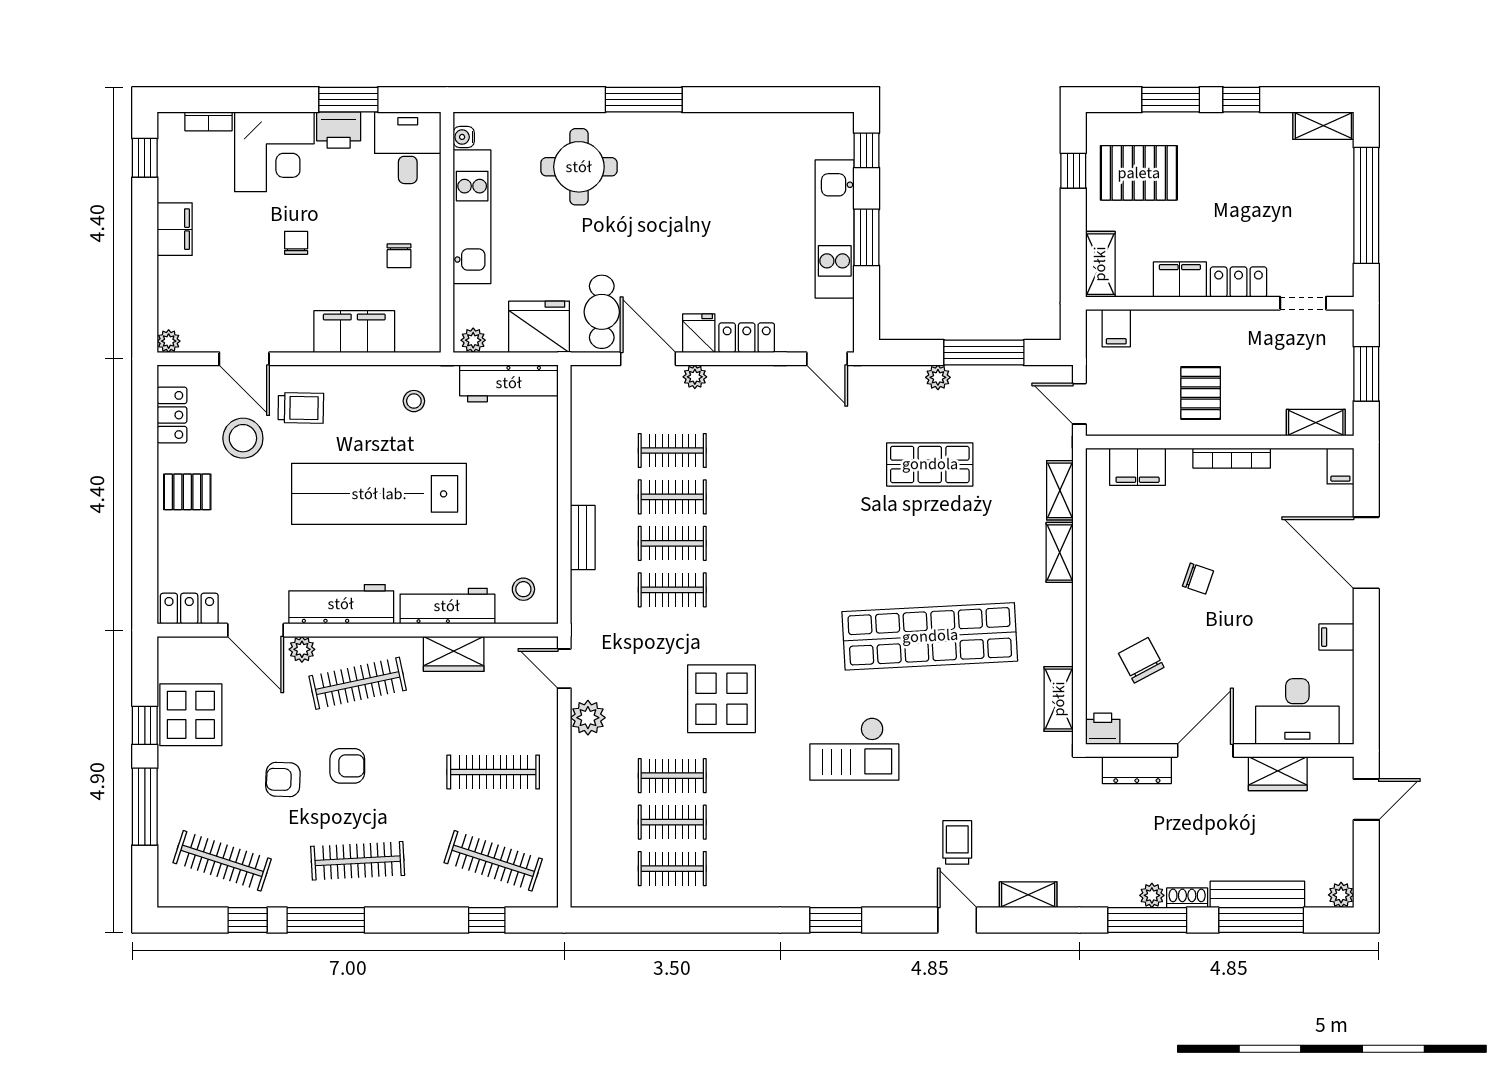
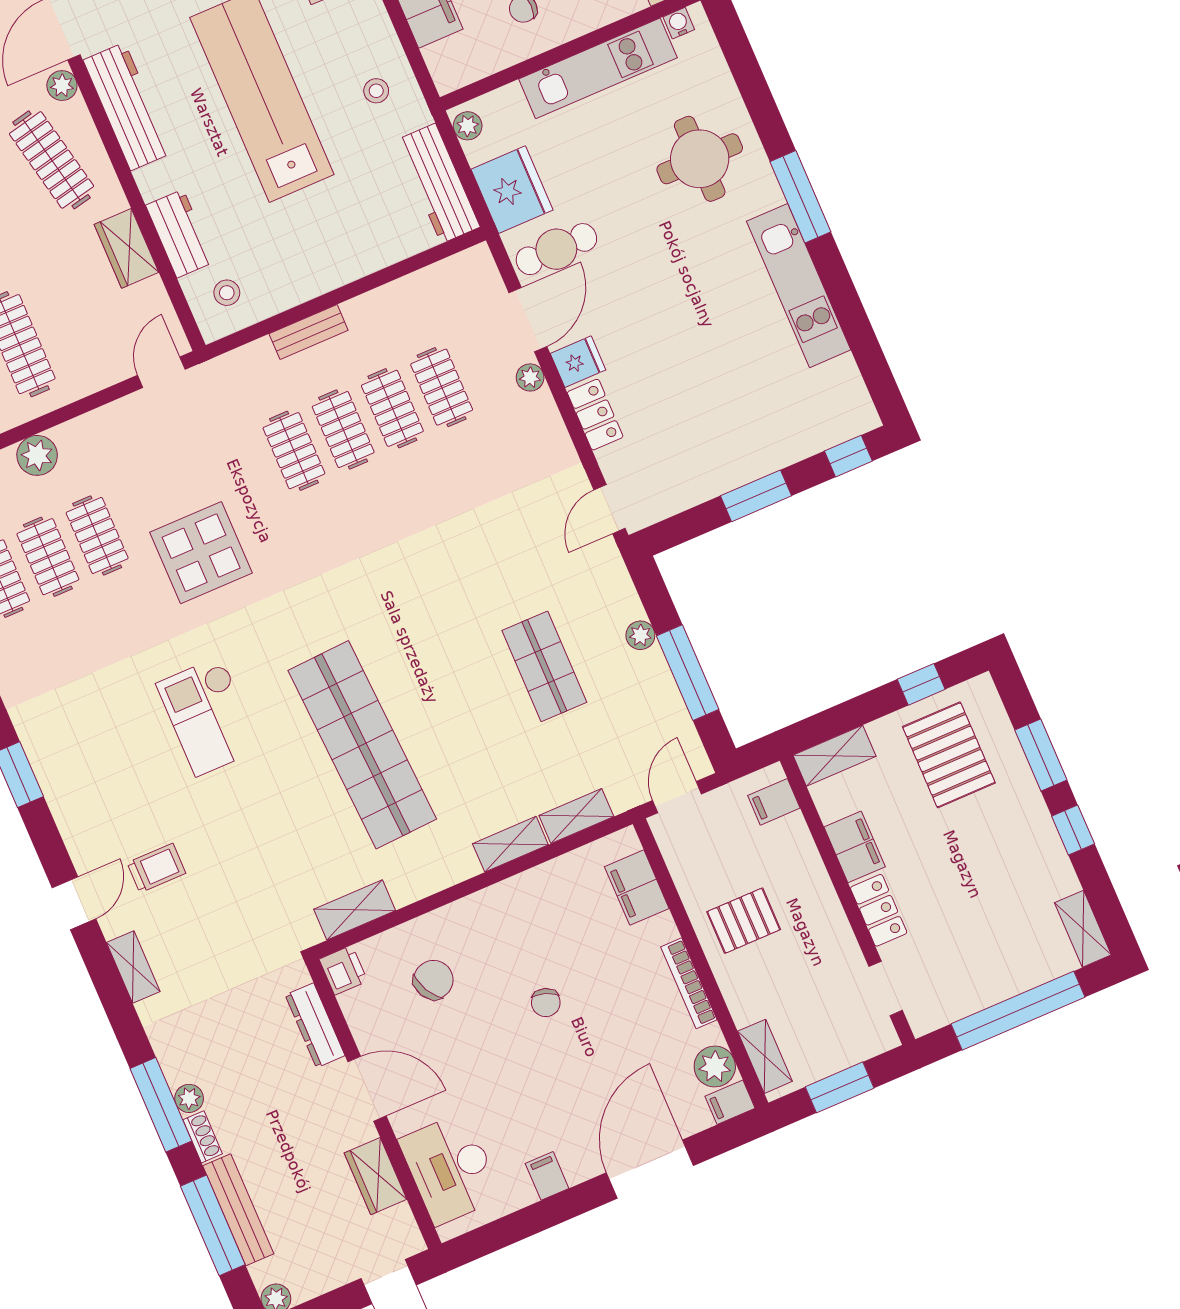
kitchen unit: (835, 229) -> (799, 286), moved, turned -90
plant: (1307, 466) -> (715, 1066), added
workbench: (447, 606) -> (180, 234), width x0.73
plant: (588, 718) -> (37, 455), moved

